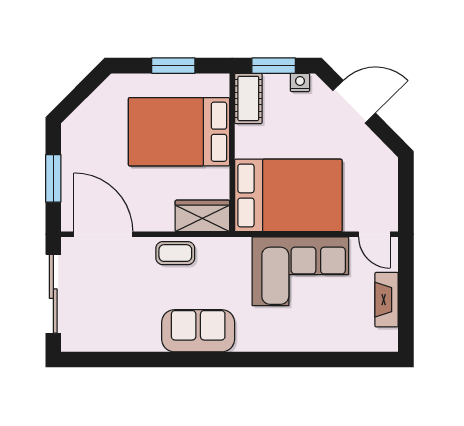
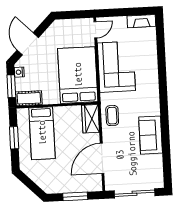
bed: (179, 132) -> (42, 133), width x0.67
door: (103, 234) -> (102, 158), moved
coffee table: (175, 253) -> (112, 116), moved
fireplace: (387, 300) -> (141, 21), moved
sofa: (198, 331) -> (151, 135), moved

